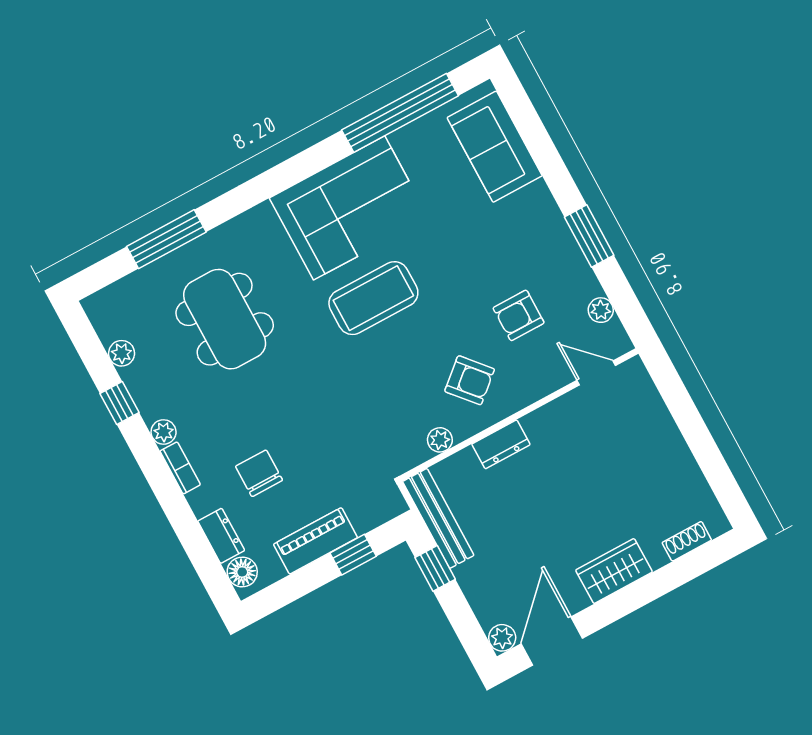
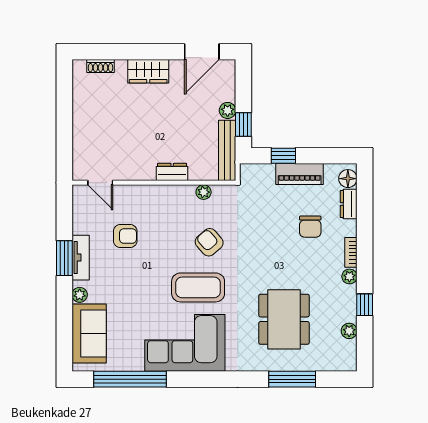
tv unit: (566, 250) -> (81, 258), added
plant: (601, 310) -> (80, 295), moved
armchair: (470, 380) -> (209, 242), moved
plant: (502, 638) -> (228, 110), moved

